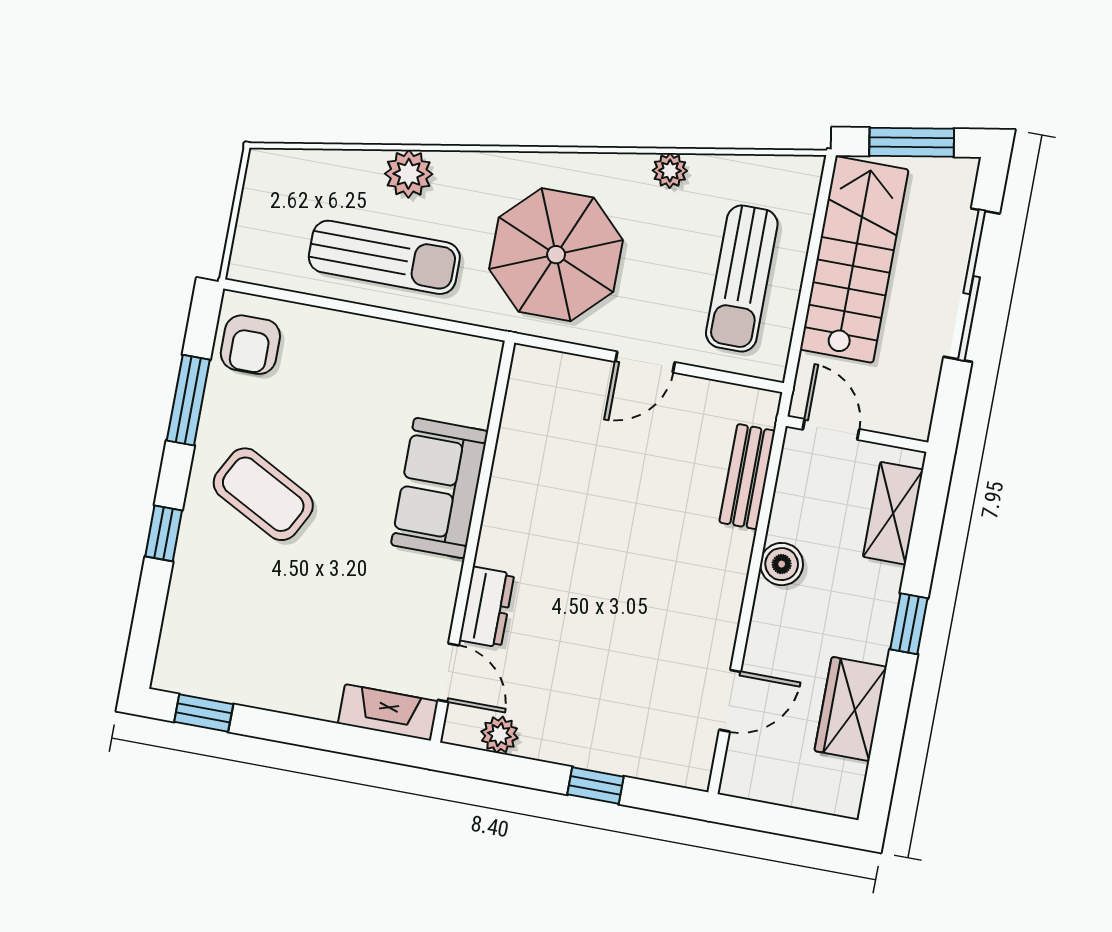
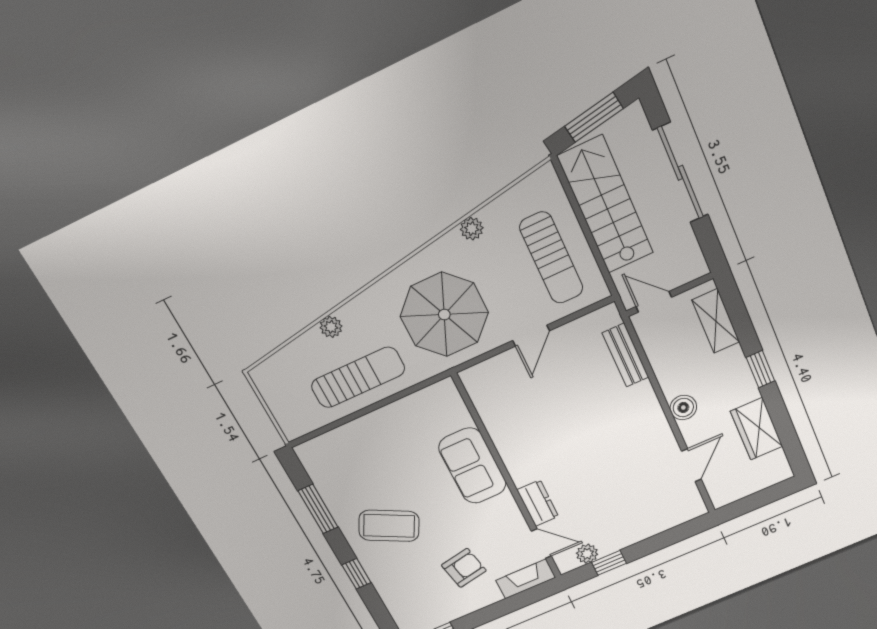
plant: (409, 174) -> (331, 327), width x0.73, depth x0.73
armchair: (250, 345) -> (464, 568), moved, turned -101
boiler: (782, 564) -> (683, 408), moved
window: (595, 786) -> (609, 563), moved

